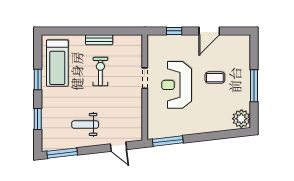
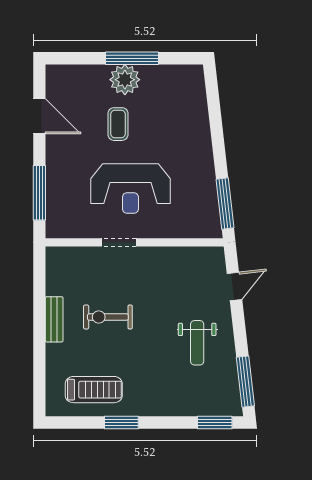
window: (174, 31) -> (39, 193), width x2.17
door: (209, 31) -> (39, 116), moved
treadmill: (57, 63) -> (94, 390), width x0.73, depth x0.73
window: (38, 119) -> (215, 423), moved
plant: (241, 119) -> (125, 80), moved

